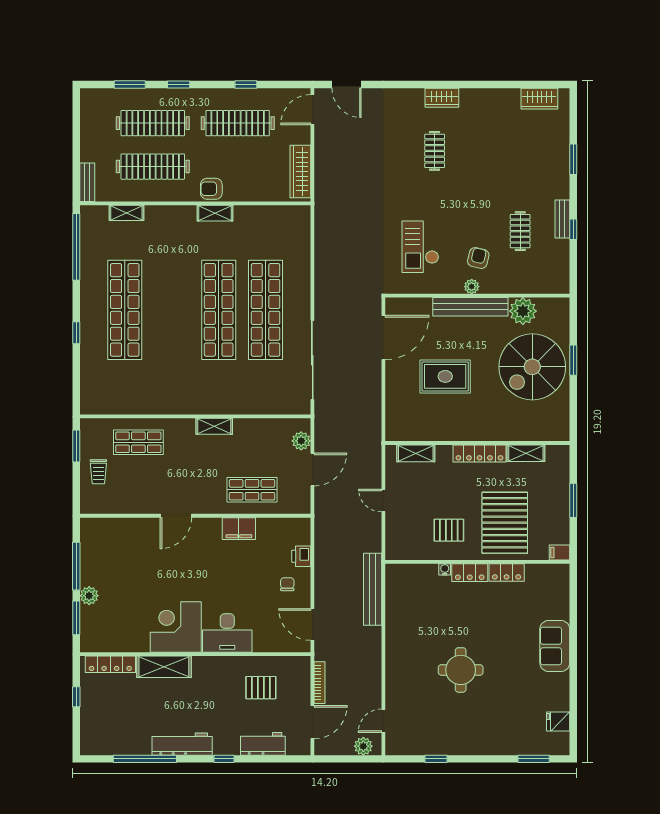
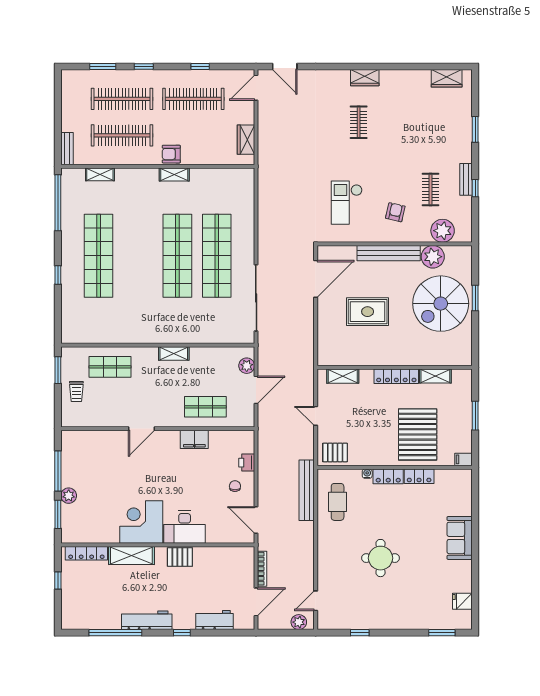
wardrobe: (300, 172) -> (246, 140), width x0.67
plant: (472, 287) -> (443, 231), moved, width x1.87, depth x1.87
pallet: (449, 530) -> (335, 452), moved
cafe table: (409, 603) -> (338, 502), added
pallet: (261, 688) -> (180, 557), moved

